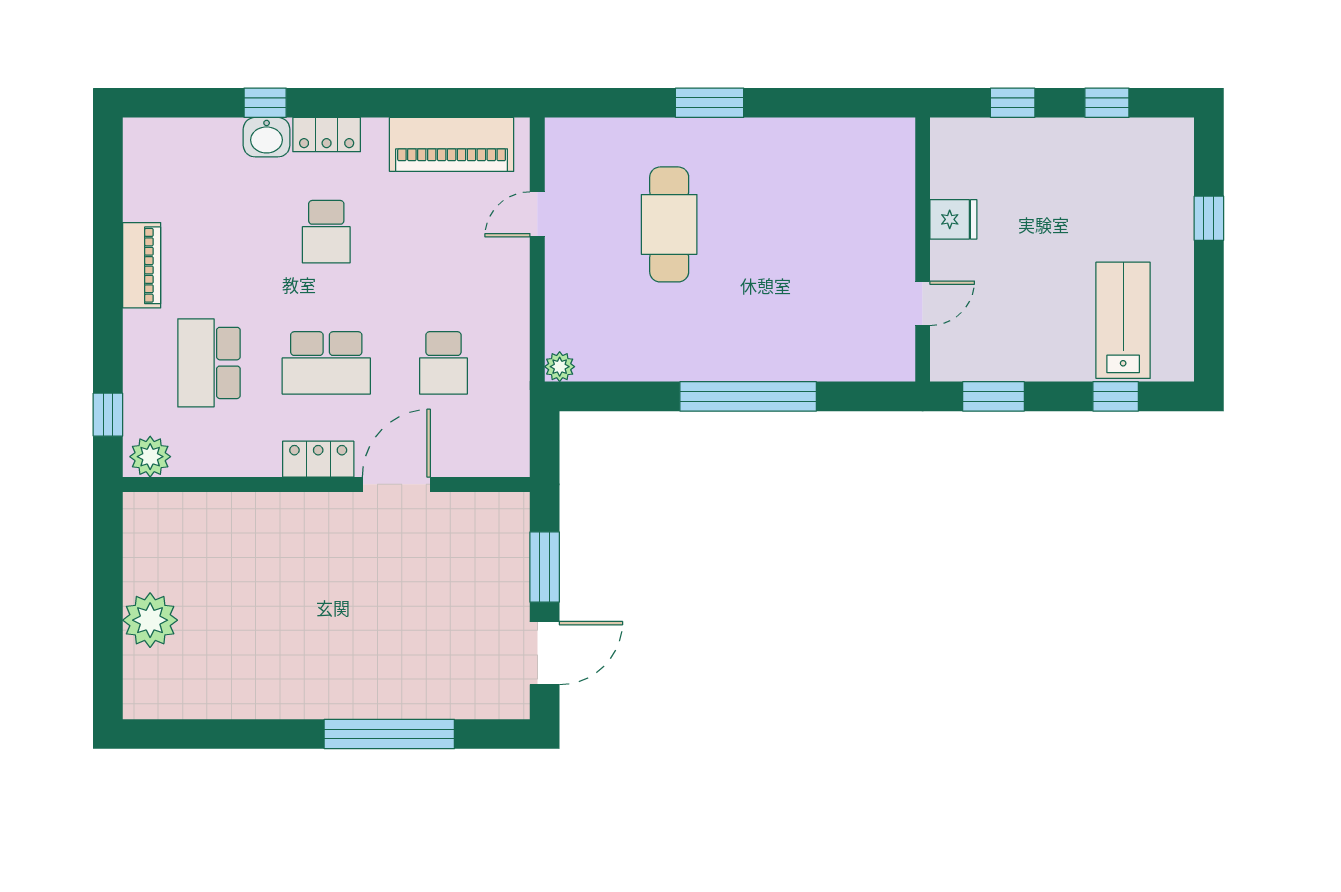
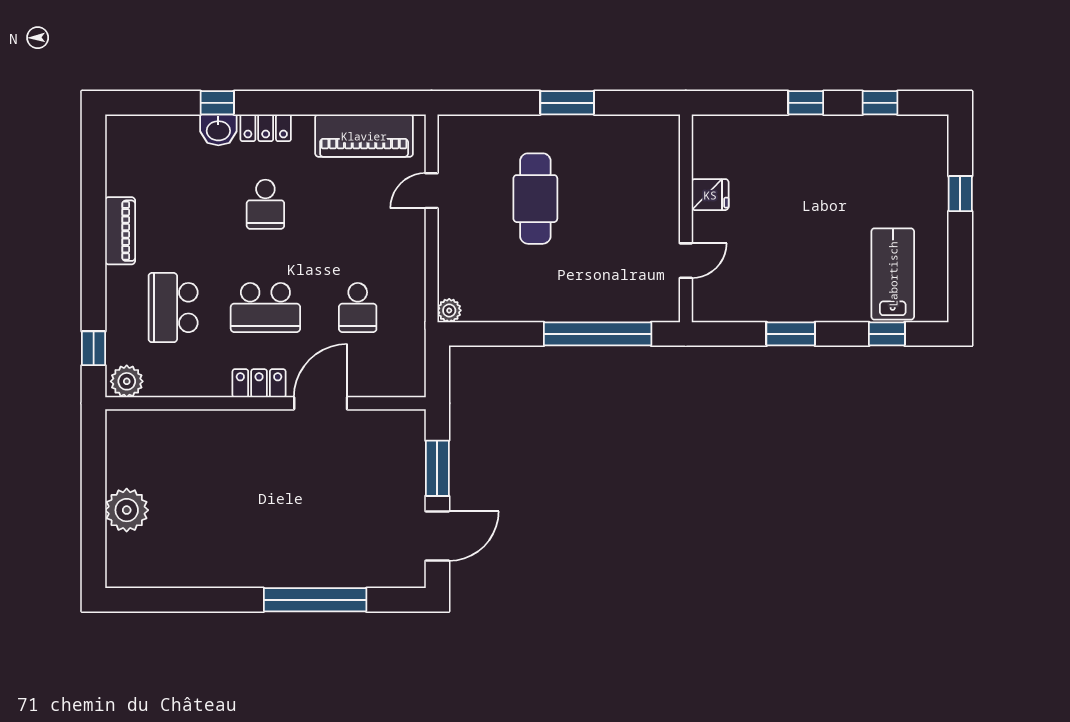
fridge: (953, 219) -> (710, 195), moved
wall: (923, 250) -> (686, 218), moved
door: (923, 303) -> (686, 261), moved

